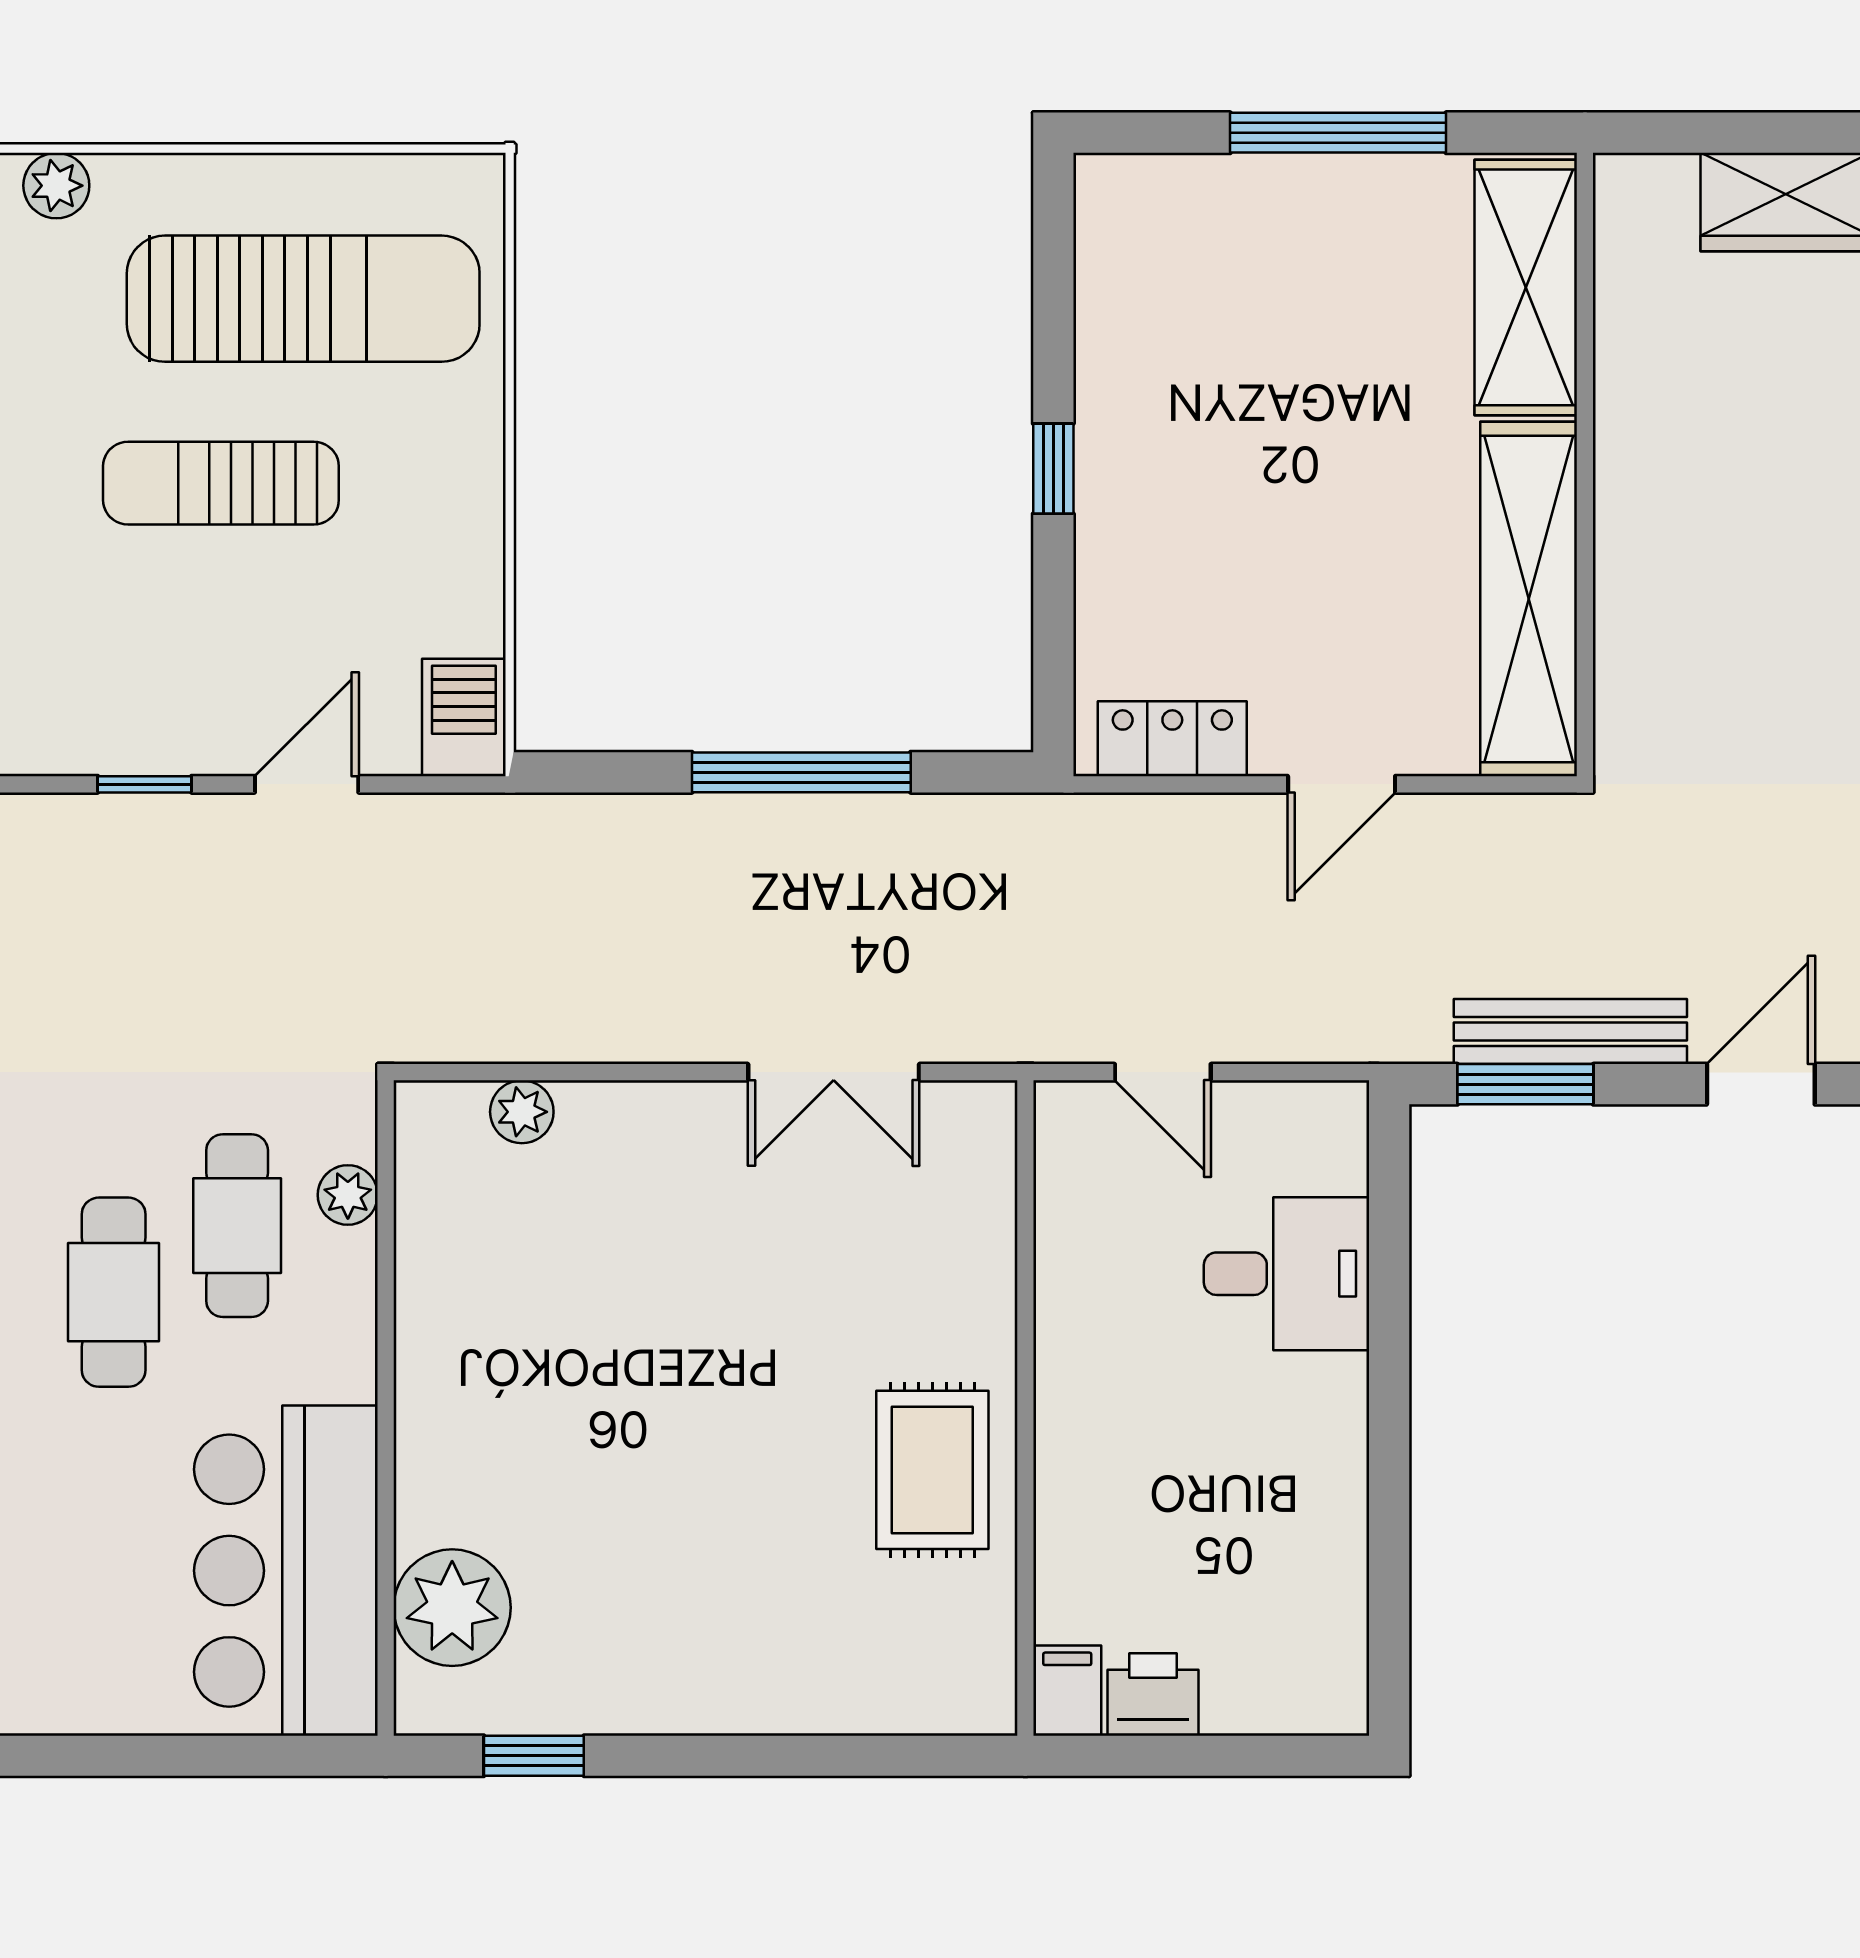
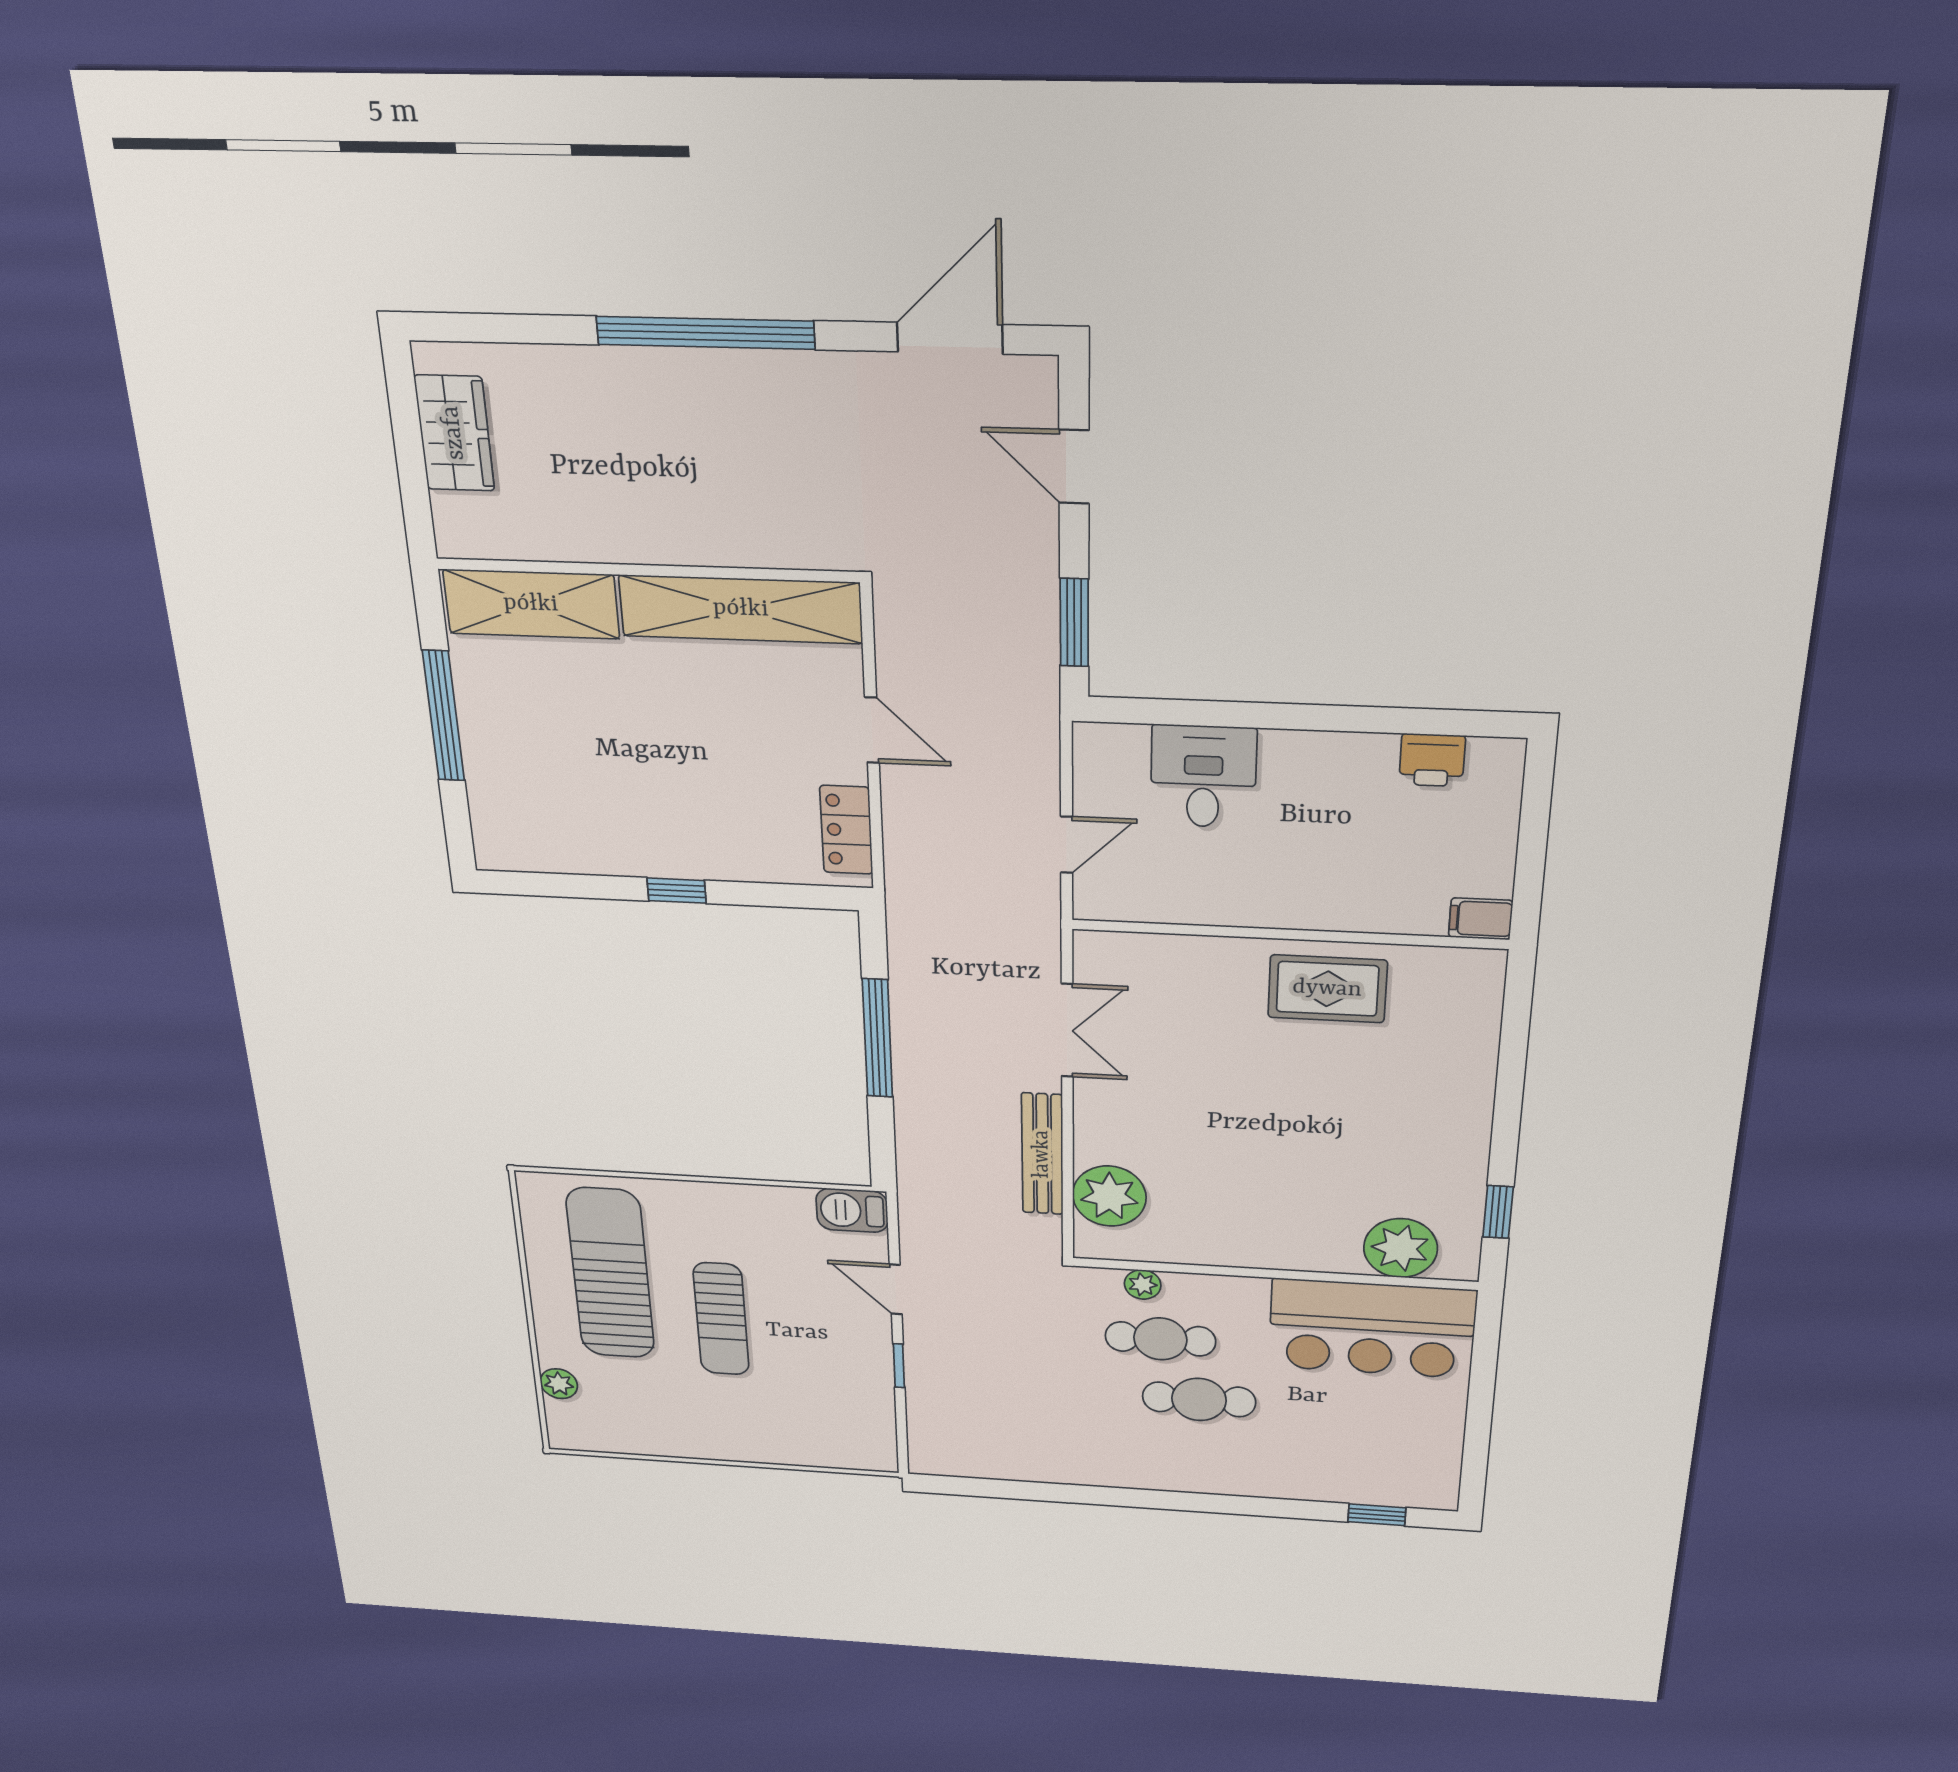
bench: (1570, 1032) -> (1042, 1154), moved
plant: (522, 1112) -> (1109, 1196), width x1.87, depth x1.87
printer: (1153, 1694) -> (1432, 760), moved, turned -90

